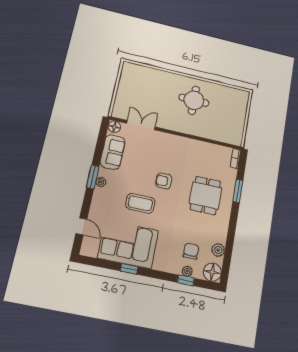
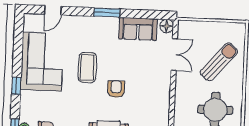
sun lounger: (153, 89) -> (219, 62), added
plant: (101, 182) -> (103, 22), removed
window: (129, 269) -> (16, 86), moved

